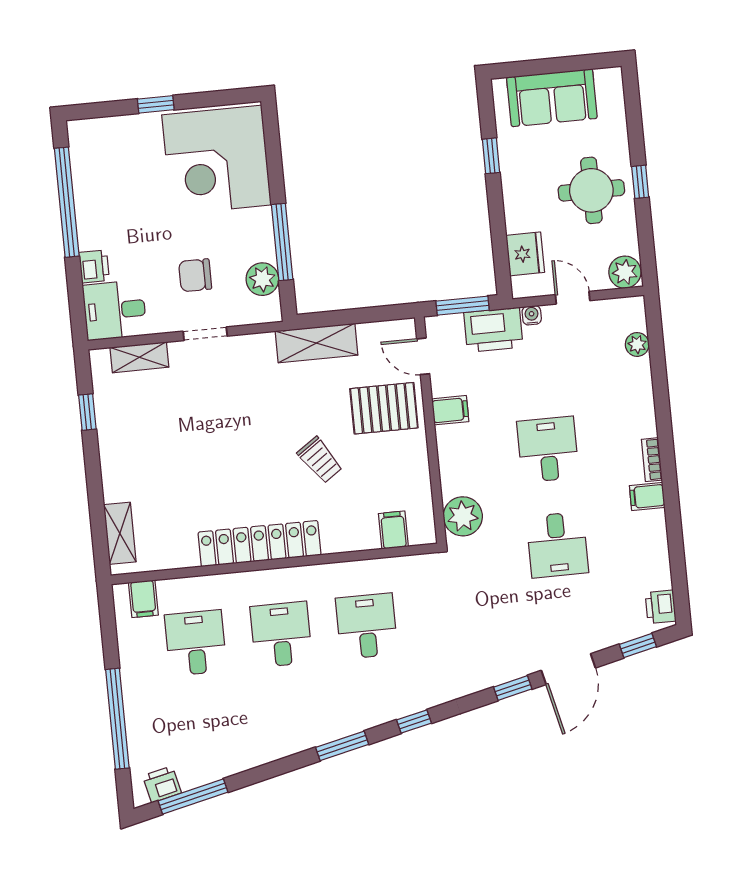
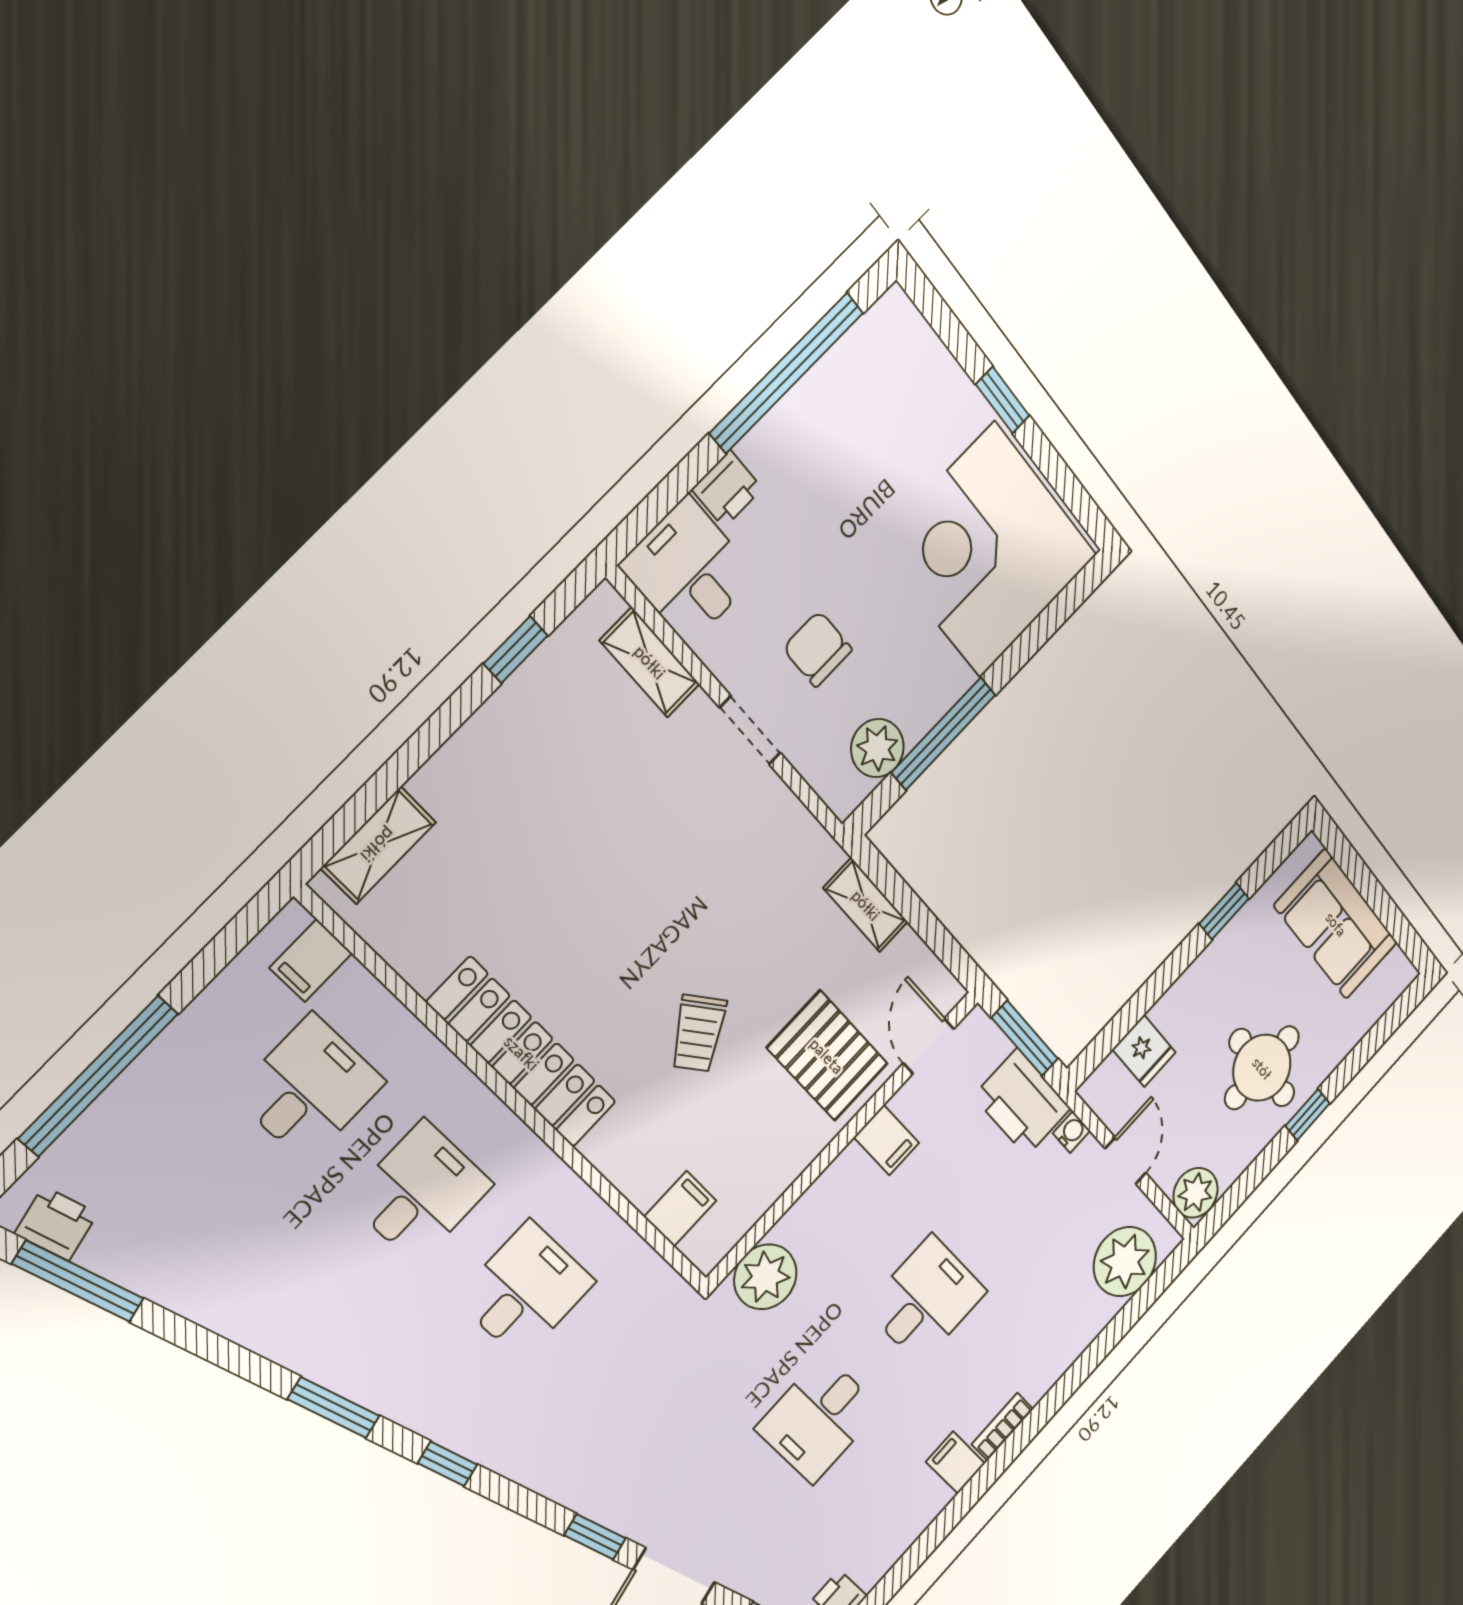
fridge: (525, 254) -> (1144, 1051), width x0.72
shelving: (316, 343) -> (866, 905), width x0.67, depth x0.75
plant: (637, 344) -> (1125, 1262), width x1.88, depth x1.88

